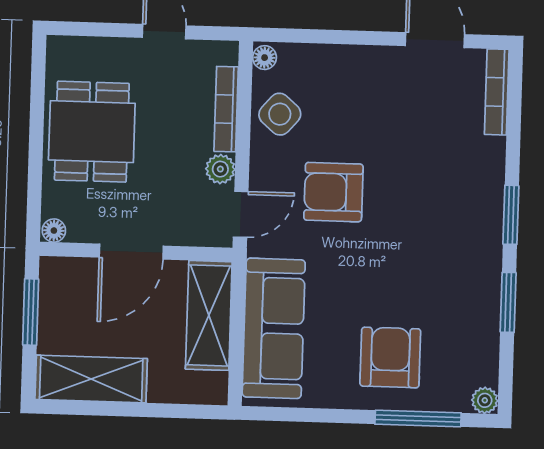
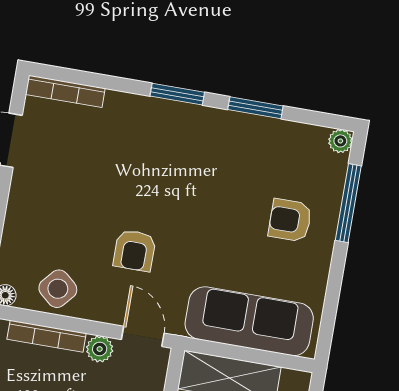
armchair: (333, 192) -> (135, 250), width x0.72, depth x0.72
armchair: (390, 357) -> (290, 220), width x0.72, depth x0.72

